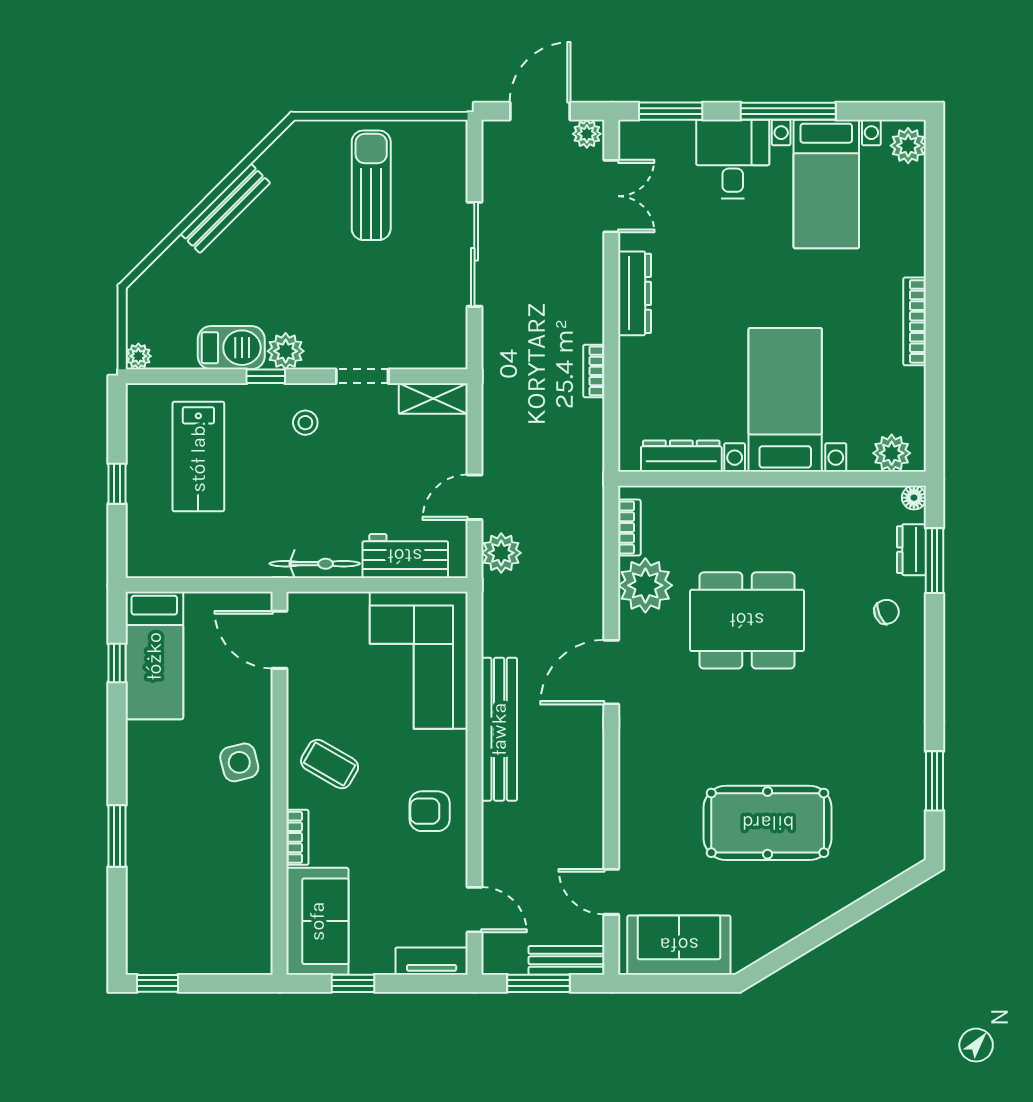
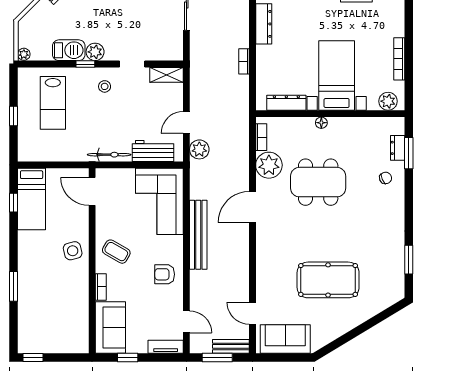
bookcase: (915, 321) -> (399, 59), moved
floor lamp: (914, 498) -> (321, 123), moved

